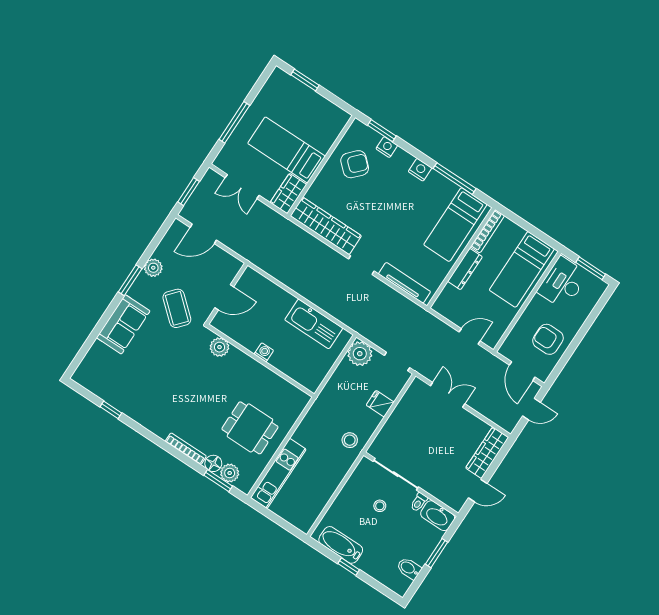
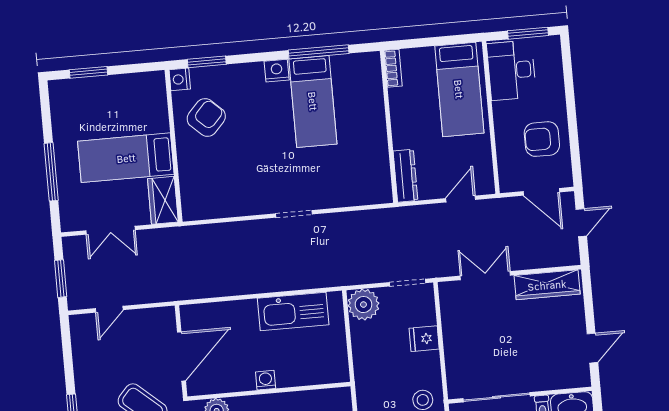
nightstand: (387, 147) -> (180, 79), moved, turned -90
bed: (455, 225) -> (313, 101), moved
wardrobe: (326, 226) -> (227, 203), removed
bookcase: (487, 231) -> (393, 68), width x0.64
door: (203, 234) -> (109, 309), width x0.73
plant: (153, 268) -> (86, 384), removed
dresser: (465, 269) -> (405, 176), moved
tv unit: (405, 283) -> (352, 197), removed
door: (224, 297) -> (181, 356), width x1.36
wardrobe: (487, 453) -> (547, 285), moved, turned -90

